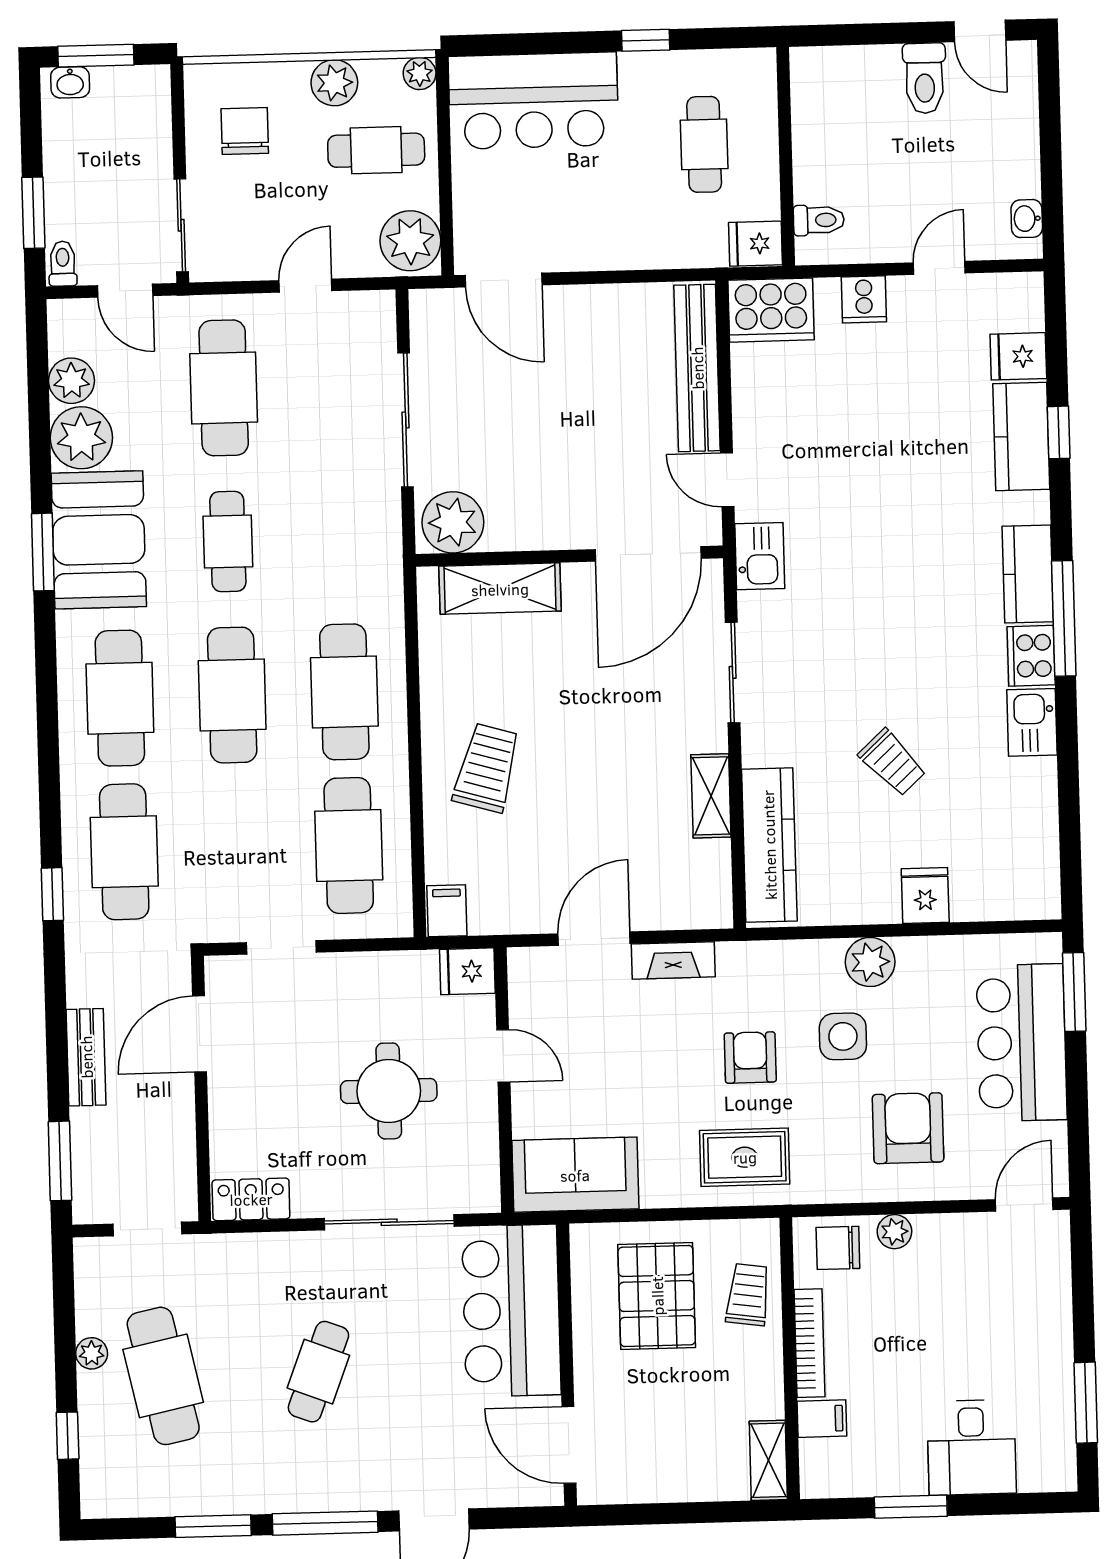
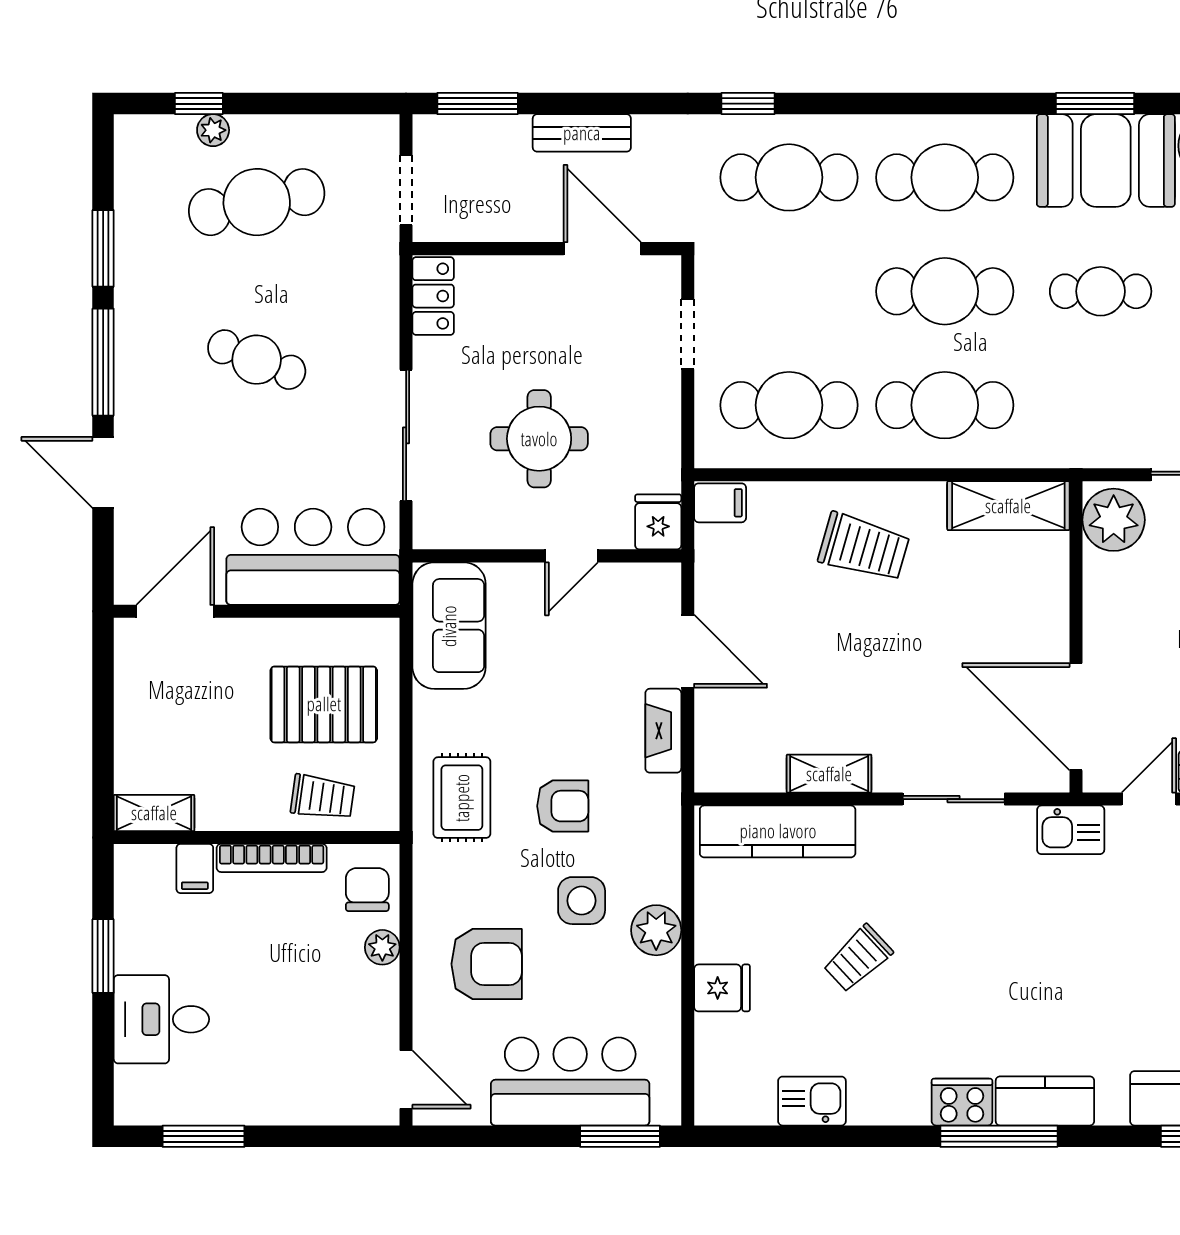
shelving: (500, 589) -> (1008, 506), moved, turned 90
kitchen sink: (1032, 722) -> (812, 1101), moved
plant: (92, 1353) -> (213, 130), moved

